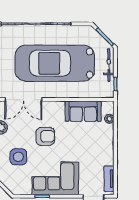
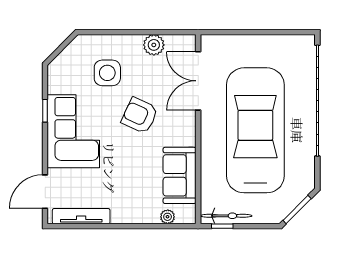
bicycle: (109, 65) -> (226, 216), moved
armchair: (45, 136) -> (140, 115), turned 115
tv unit: (109, 179) -> (81, 216), width x1.41

